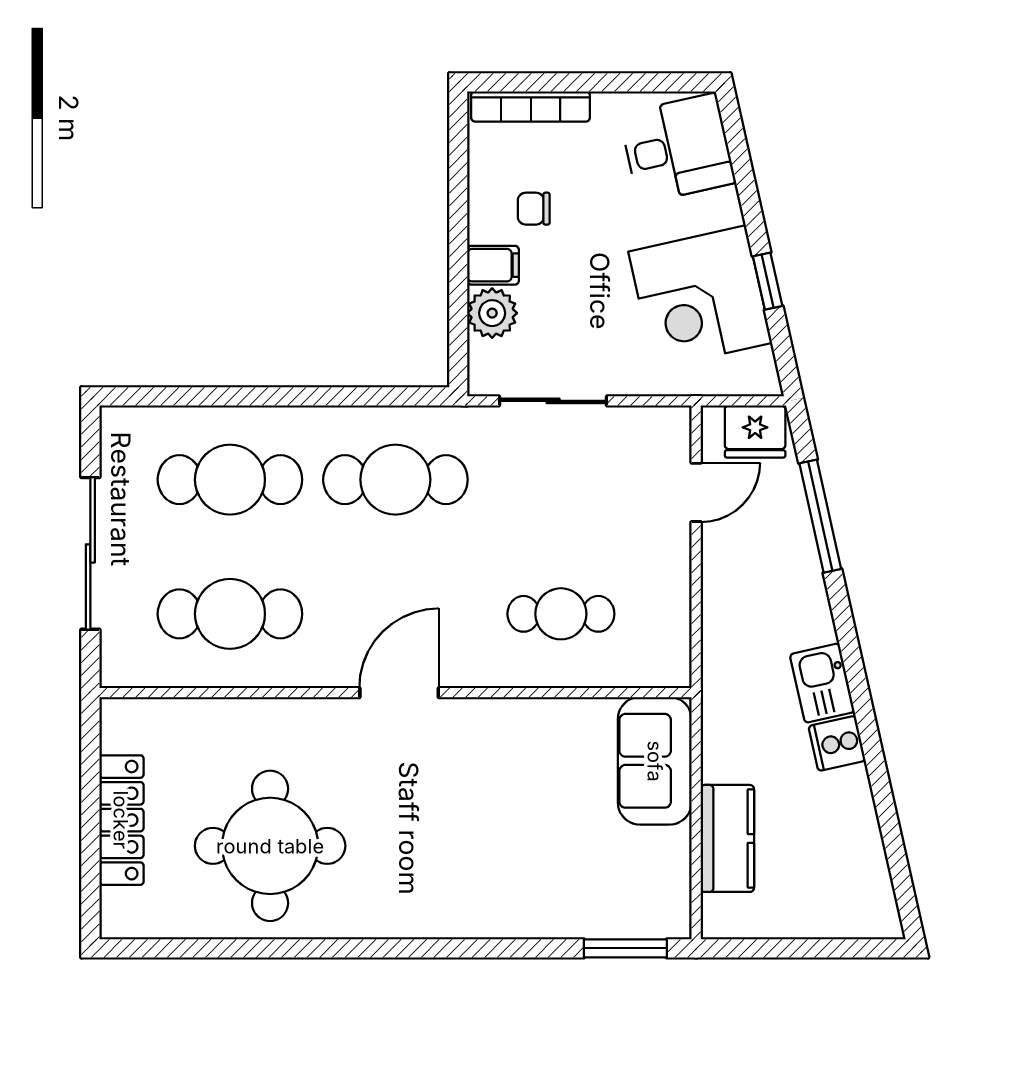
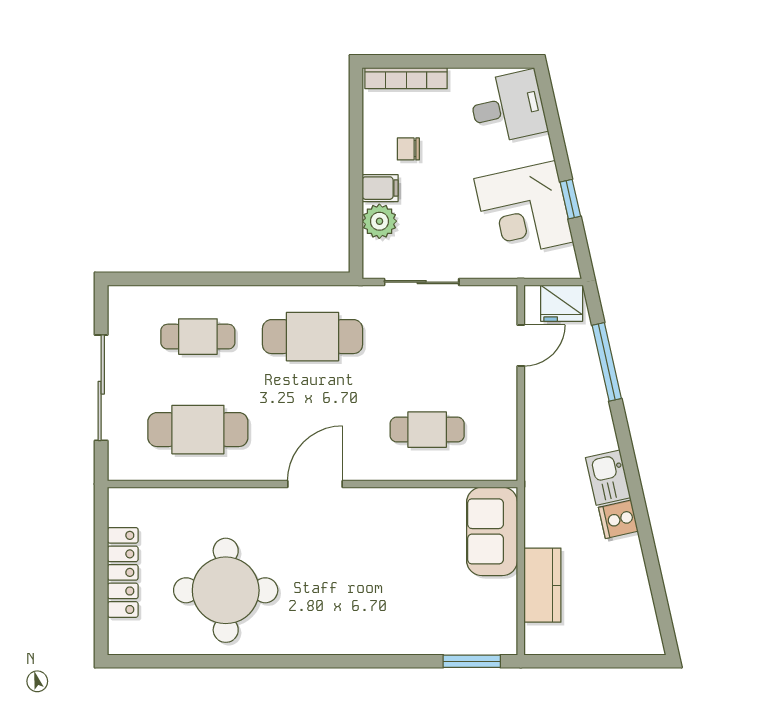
cafe table: (230, 480) -> (198, 337), width x0.73, depth x0.74

